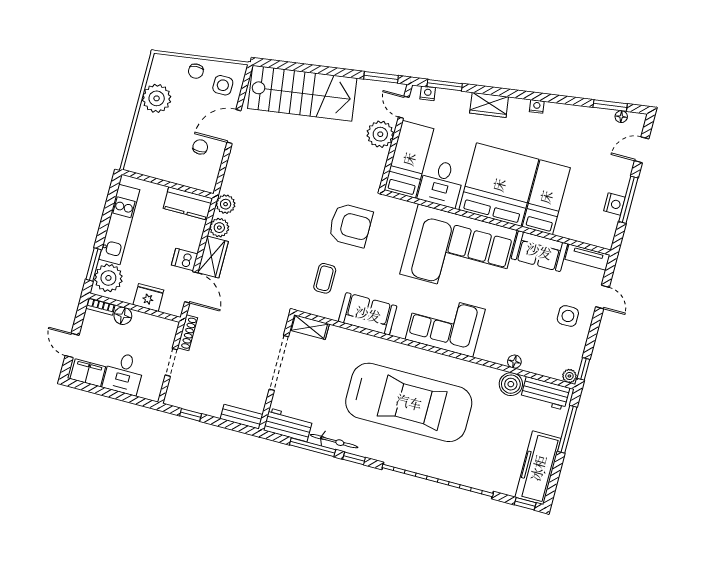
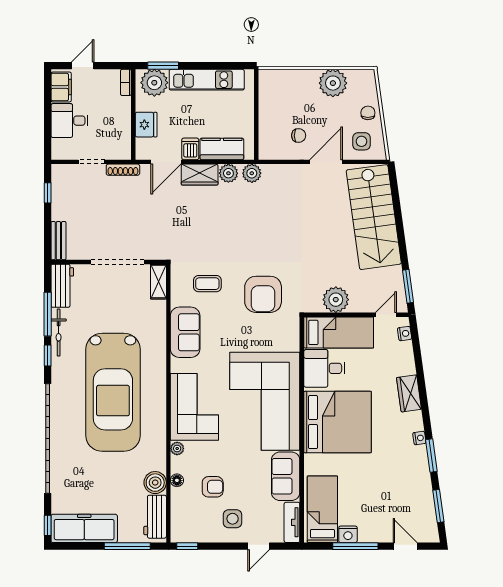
chair: (196, 71) -> (368, 113), turned 93
window: (445, 85) -> (431, 455), moved
floor lamp: (621, 117) -> (431, 519), removed
door: (234, 126) -> (326, 162), hinge flipped
plant: (380, 134) -> (336, 300), moved
bed: (546, 197) -> (322, 509), moved, turned -90
kitchen counter: (188, 203) -> (222, 149), moved, turned 90
floor lamp: (123, 316) -> (123, 105), removed
armchair: (530, 327) -> (213, 487), added
plant: (569, 376) -> (177, 448), moved

